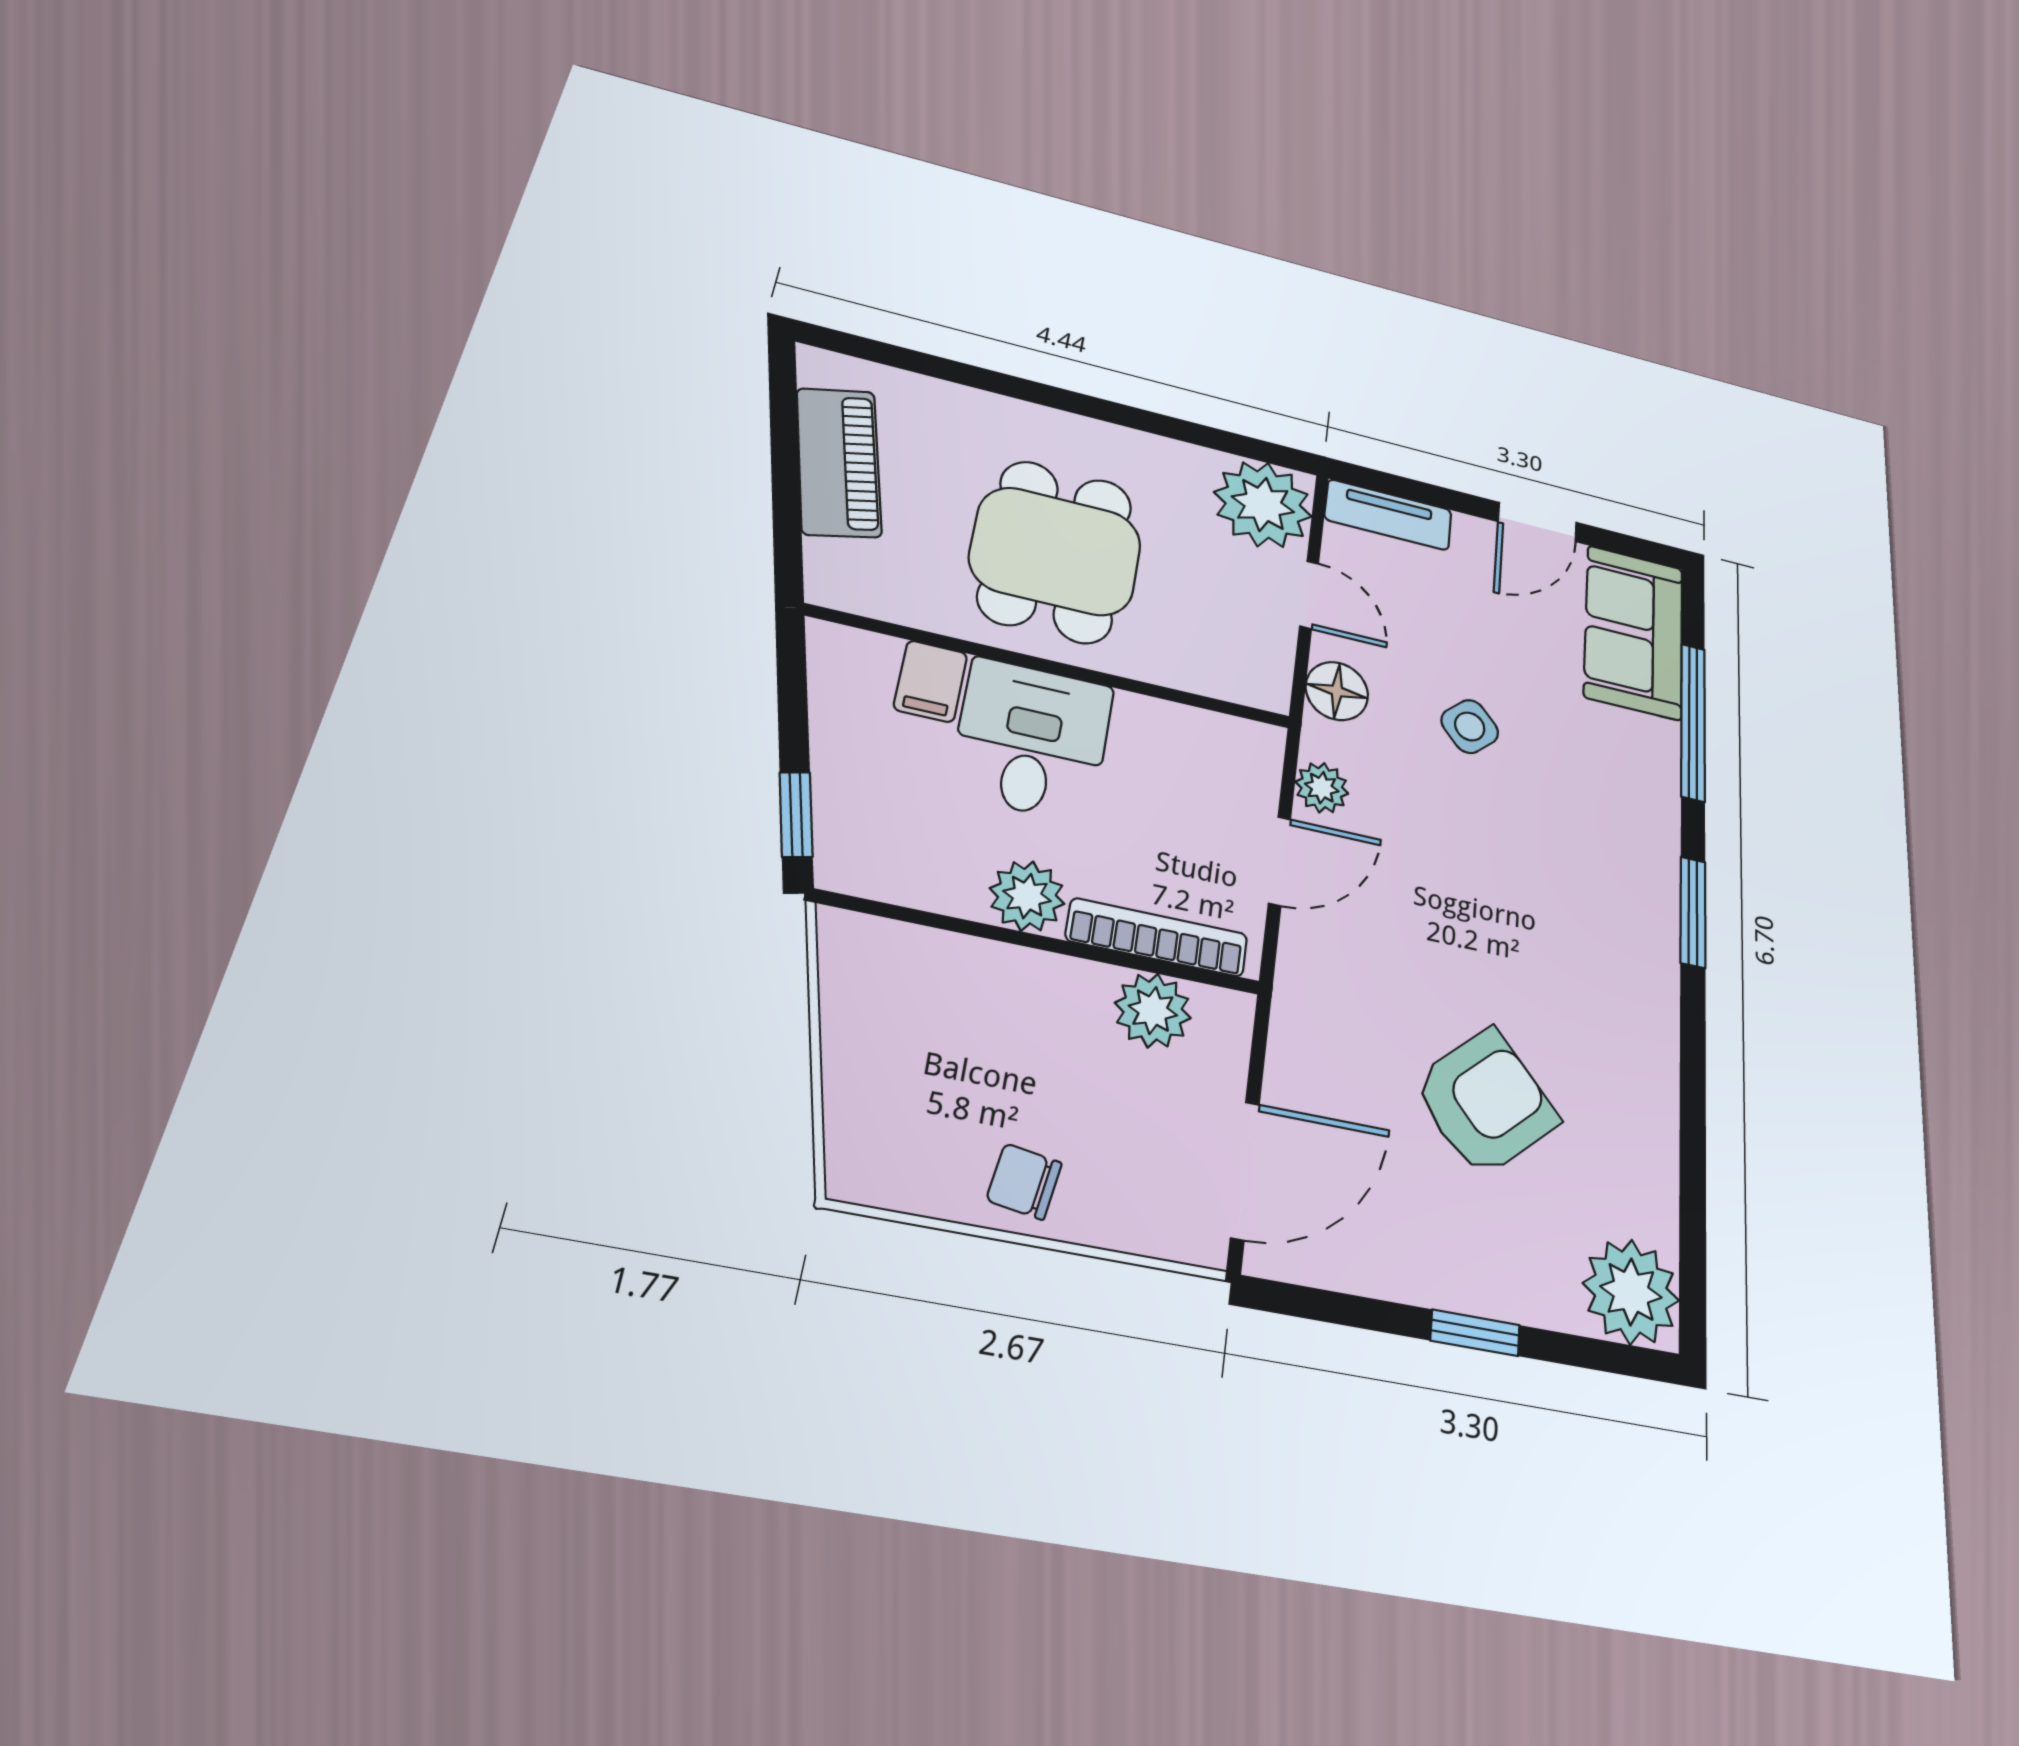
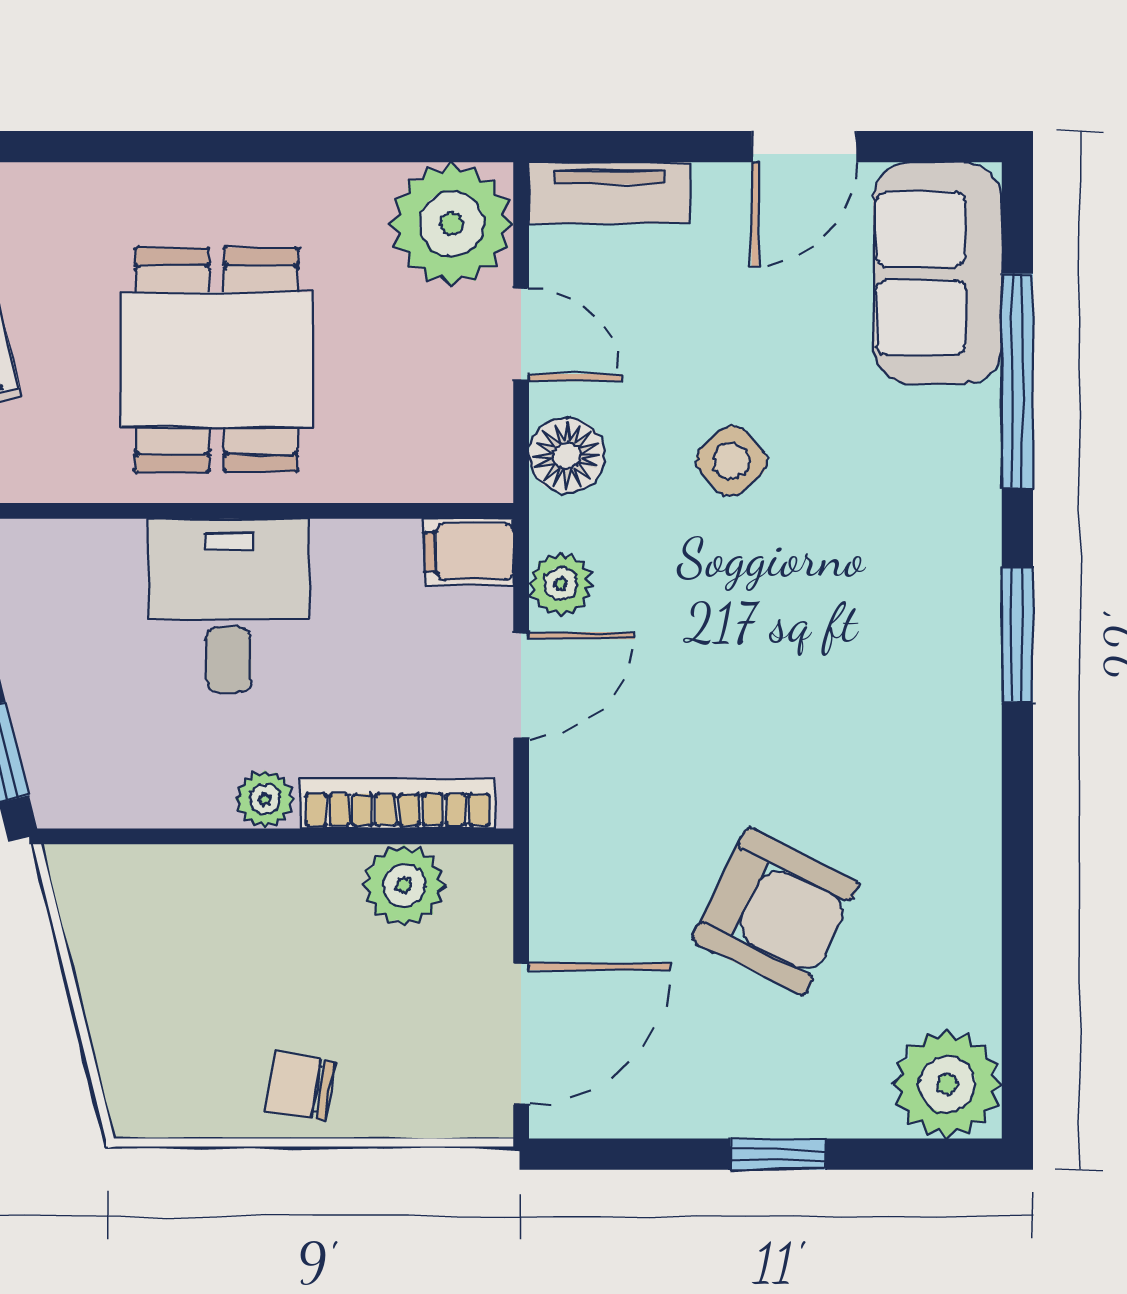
filing cabinet: (931, 681) -> (469, 552), moved, turned 90
plant: (1027, 896) -> (265, 799), width x0.73, depth x0.73
armchair: (1485, 1102) -> (776, 912), turned 68

